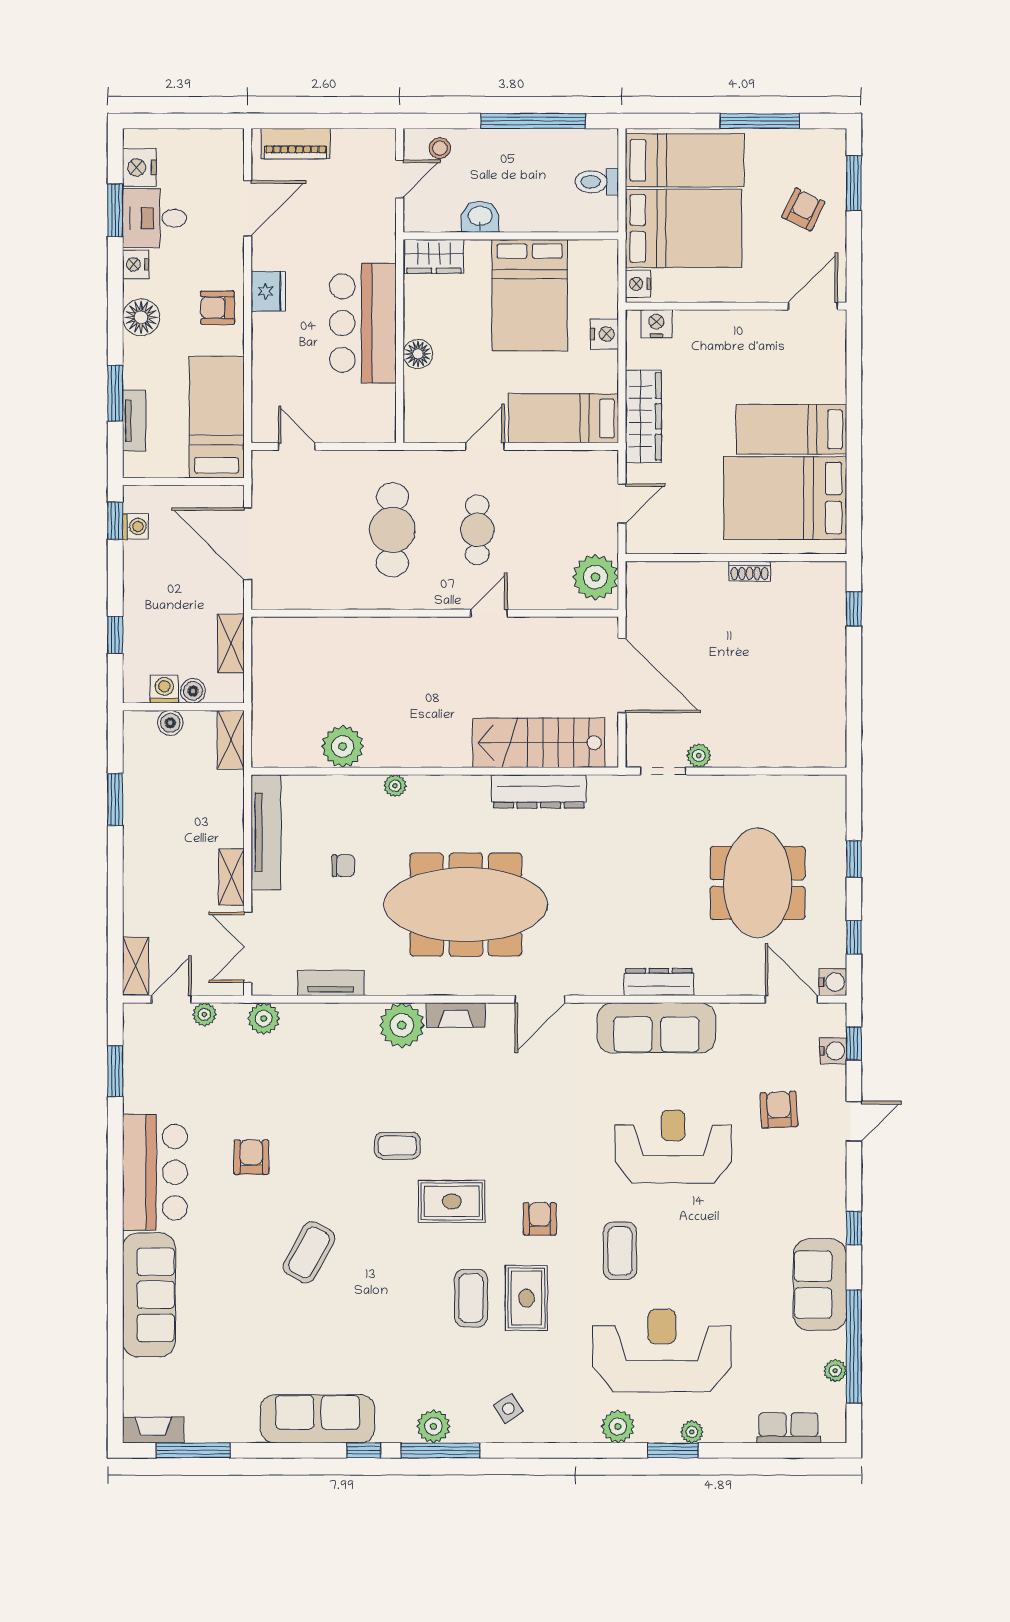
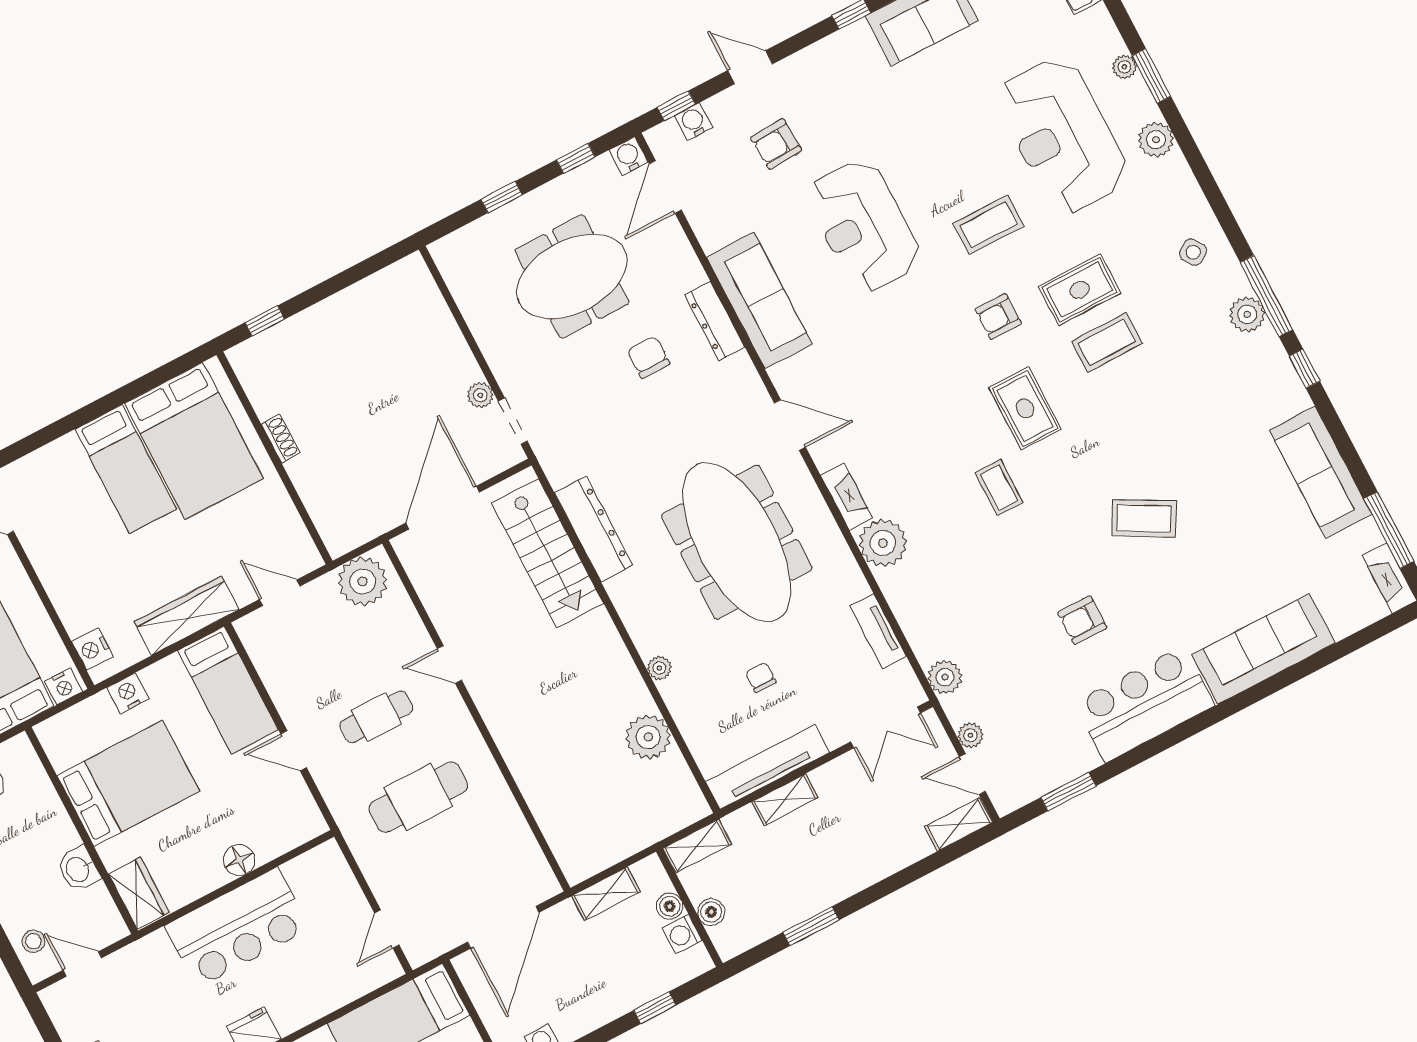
shelving: (231, 877) -> (785, 800), moved
chair: (658, 911) -> (648, 357), added
sofa: (317, 1419) -> (1320, 472), moved

